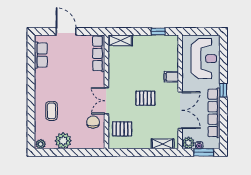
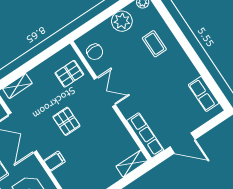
door: (66, 31) -> (183, 143), moved
pallet: (145, 98) -> (66, 121), turned 90
chair: (93, 122) -> (95, 52), moved

